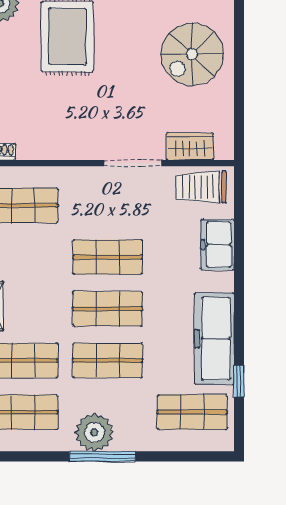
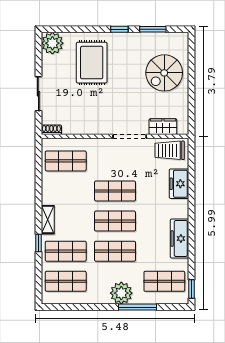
freezer: (214, 339) -> (180, 238), width x0.73, depth x0.79
window: (239, 381) -> (192, 289), moved
plant: (94, 432) -> (121, 293), moved
window: (103, 456) -> (137, 307), moved

